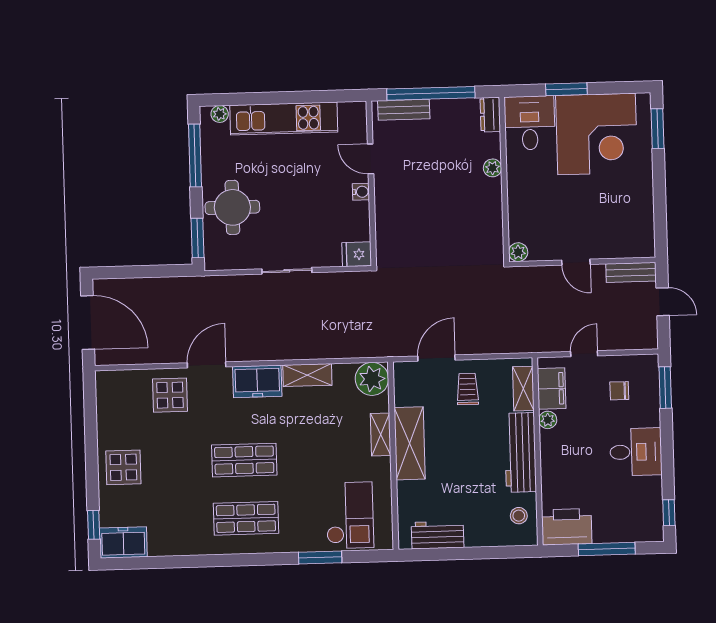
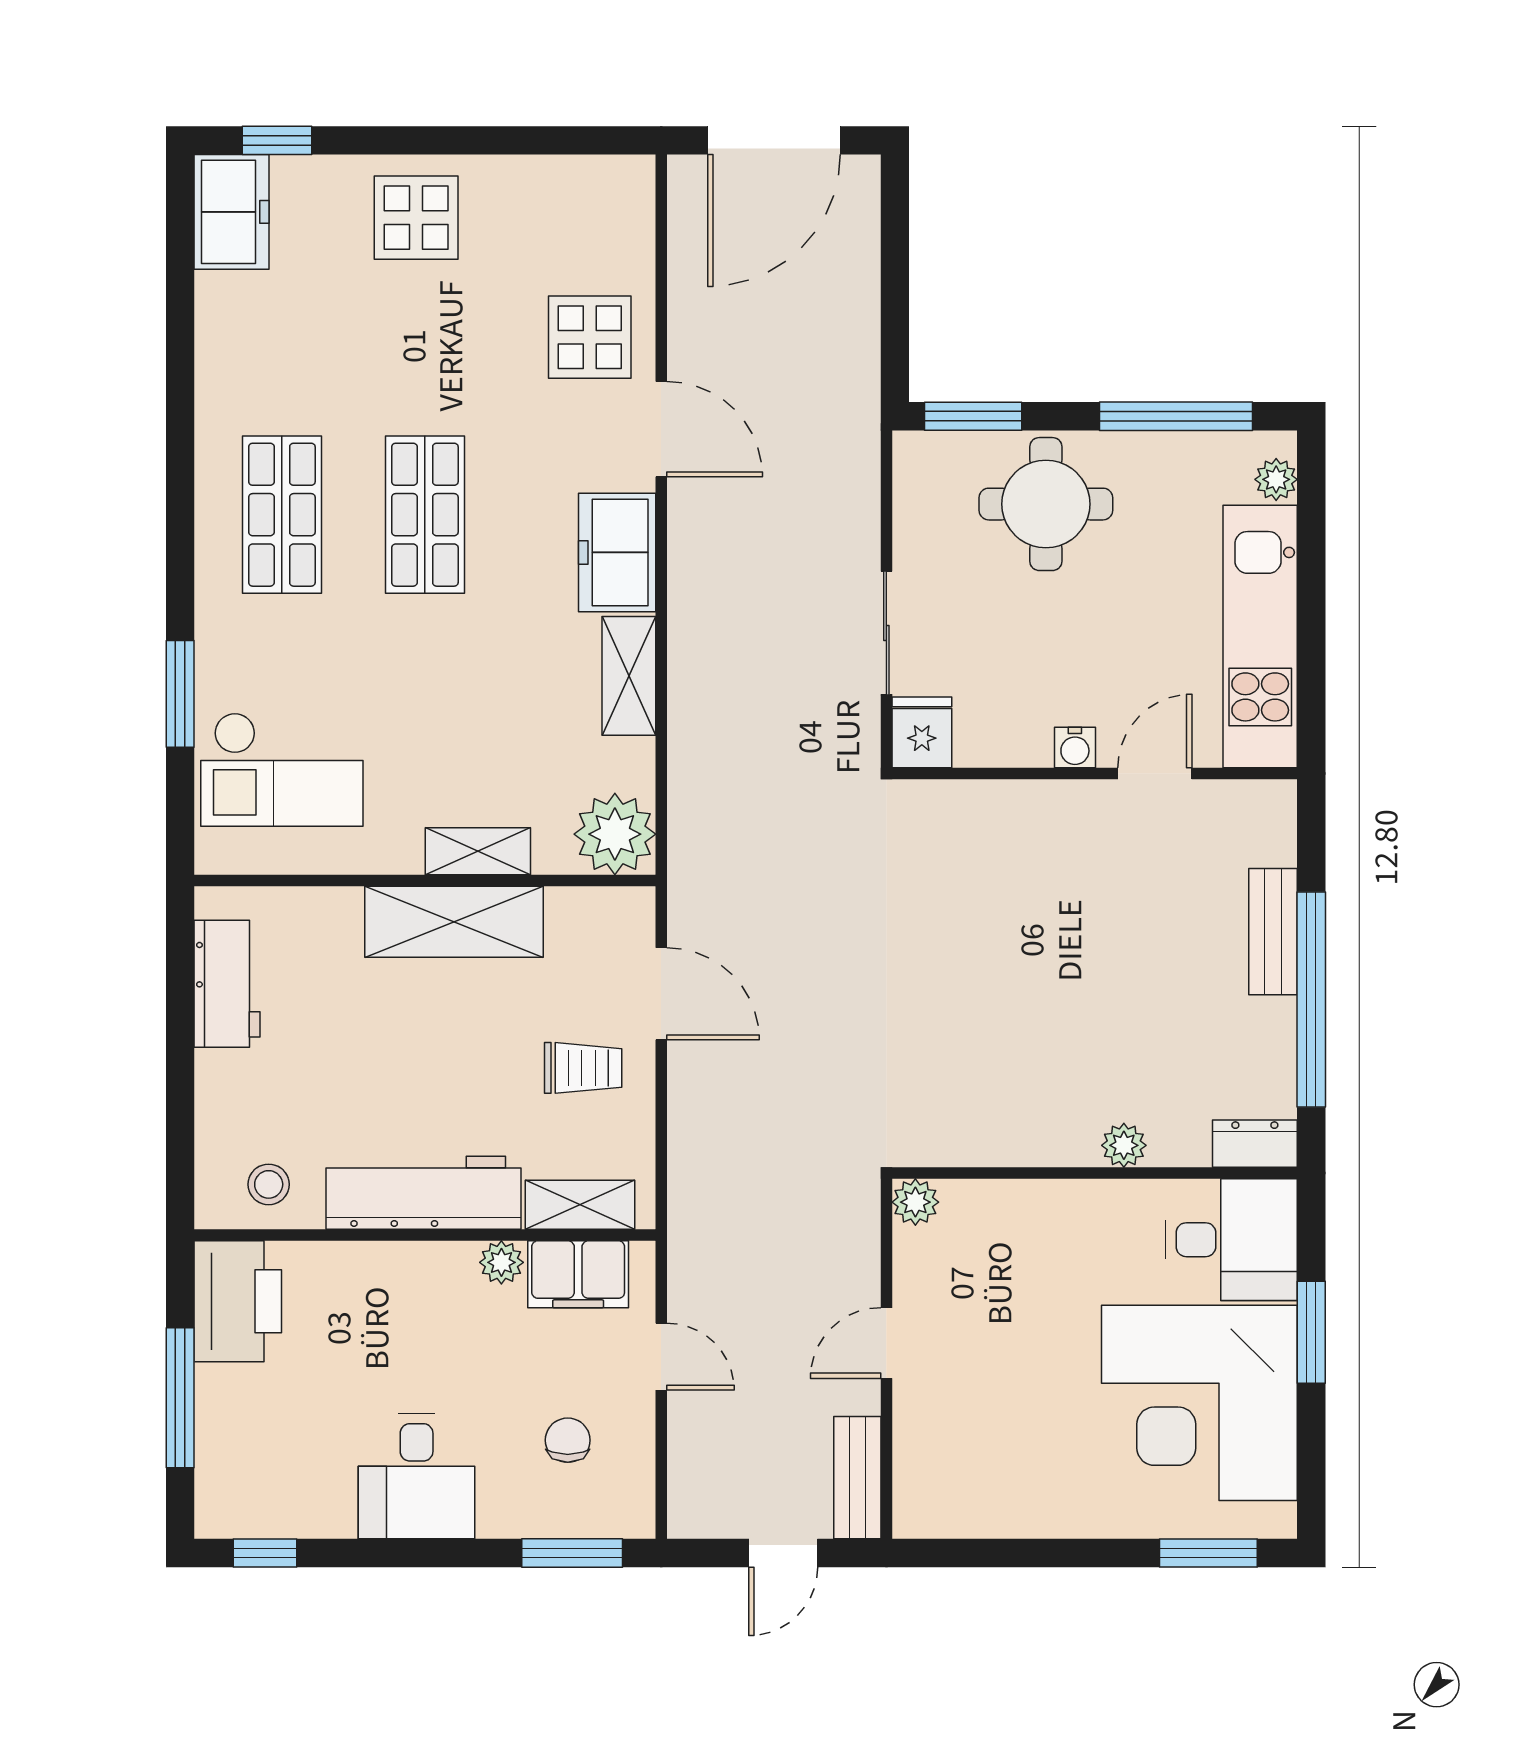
door: (371, 159) -> (1155, 774), moved
wall: (371, 183) -> (1095, 774), moved
water cooler: (361, 192) -> (1075, 747), moved
fridge: (357, 254) -> (922, 732), moved

